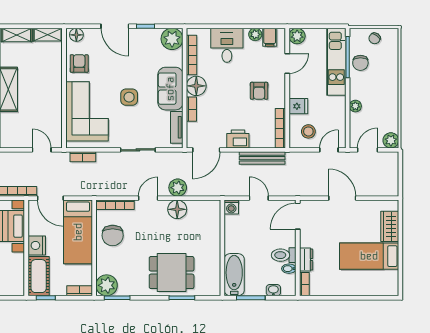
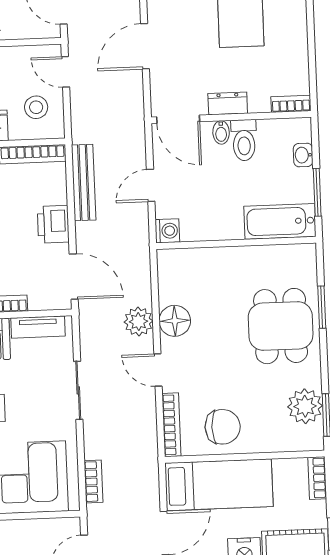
dresser: (306, 260) -> (228, 103), moved
bidet: (289, 269) -> (221, 132), moved
plant: (107, 285) -> (305, 406), moved

